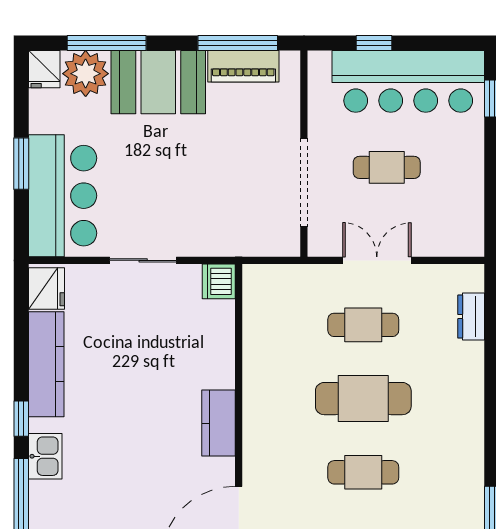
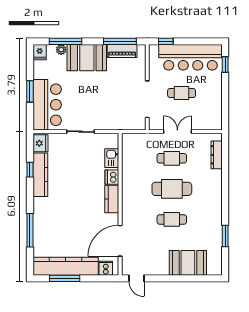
window: (374, 43) -> (166, 41), moved
plant: (86, 74) -> (61, 50), width x0.53, depth x0.53
dishwasher: (219, 281) -> (112, 177), moved
dresser: (471, 317) -> (217, 155), width x1.44
window: (21, 419) -> (30, 170), moved
kitchen sink: (45, 456) -> (112, 158), moved, turned 180

